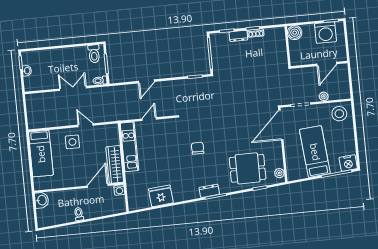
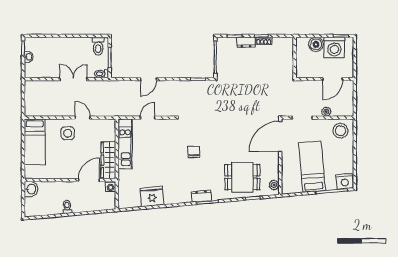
boiler: (295, 33) -> (316, 44), moved

